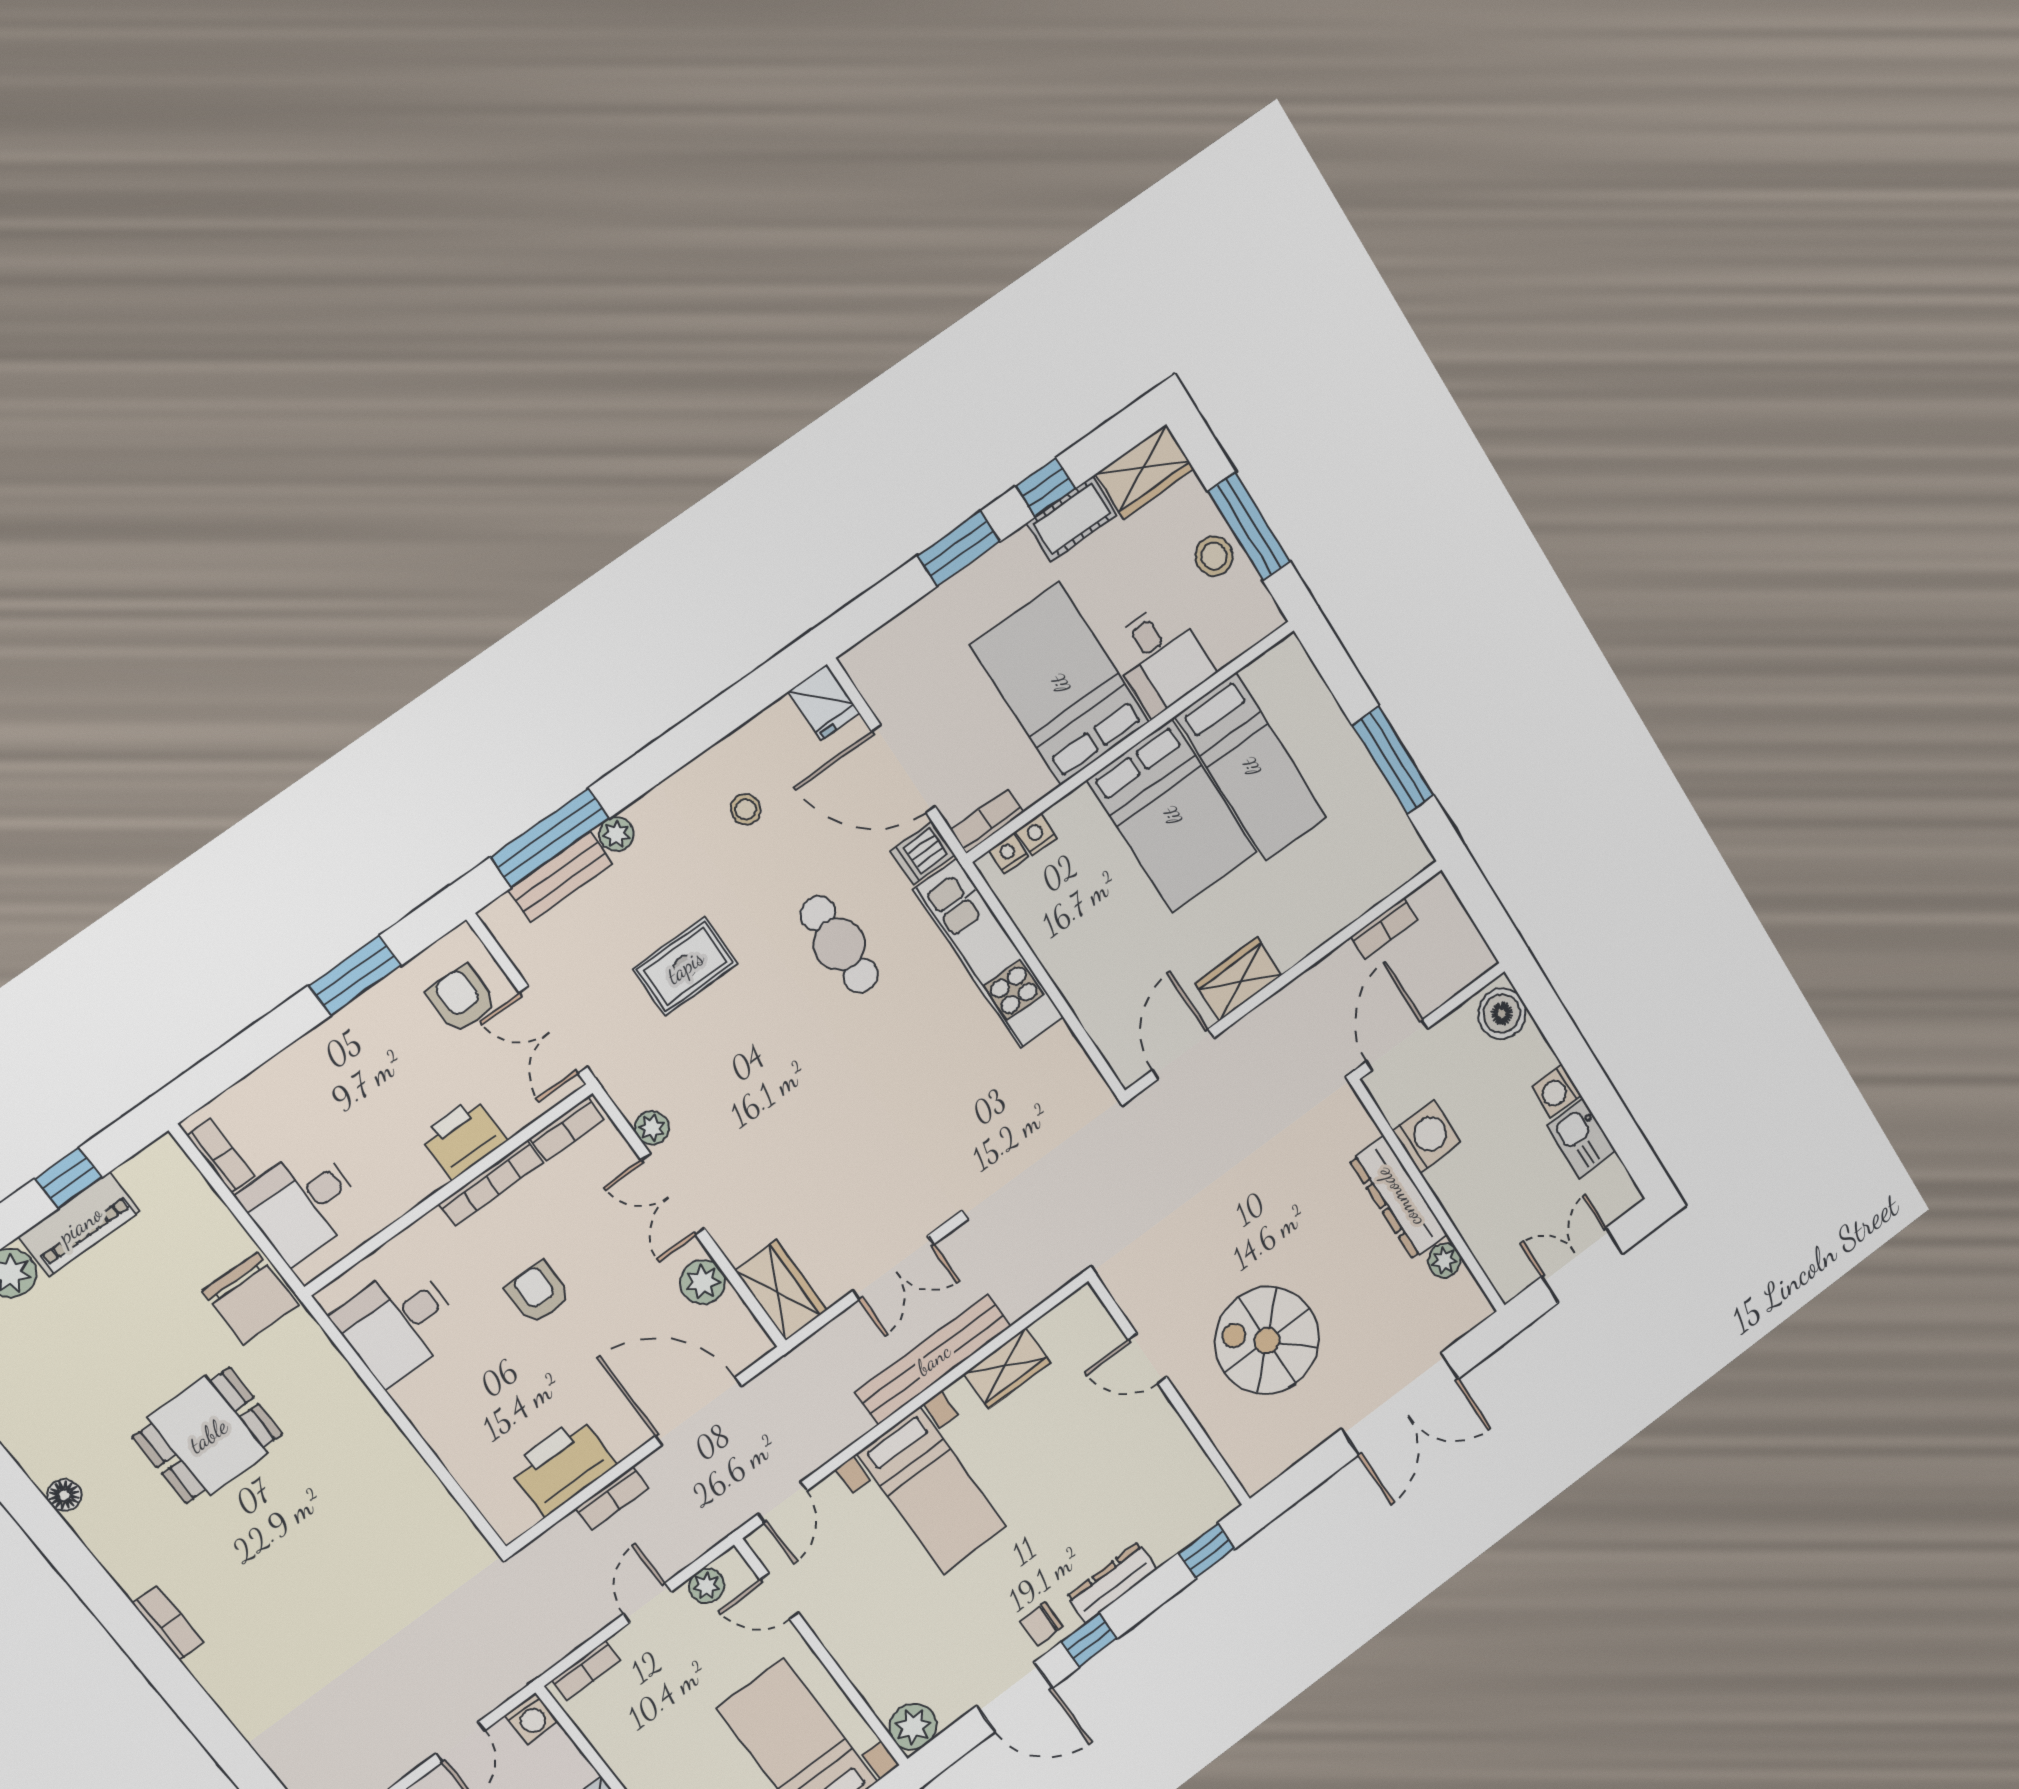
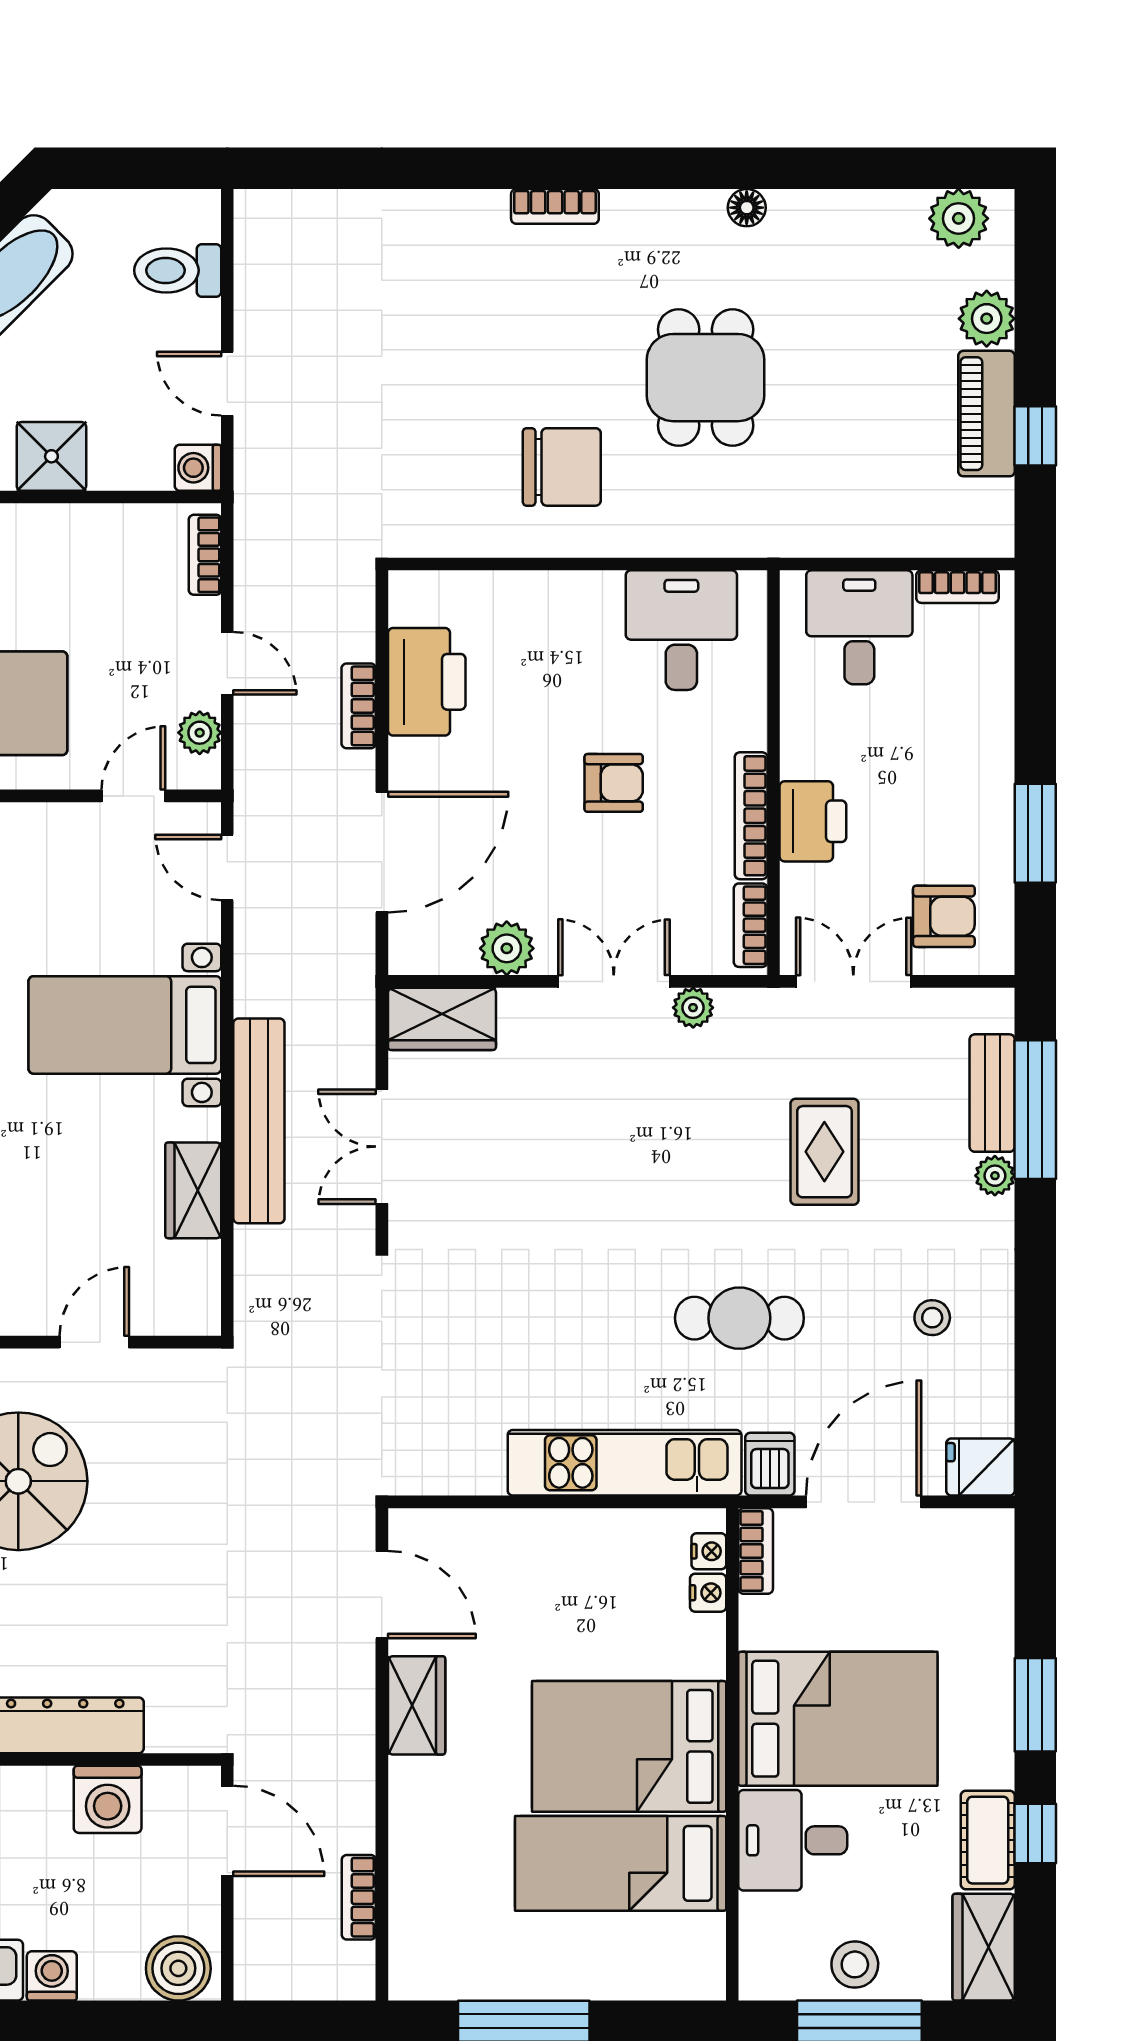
chair: (251, 1298) -> (562, 467), moved, turned 180

